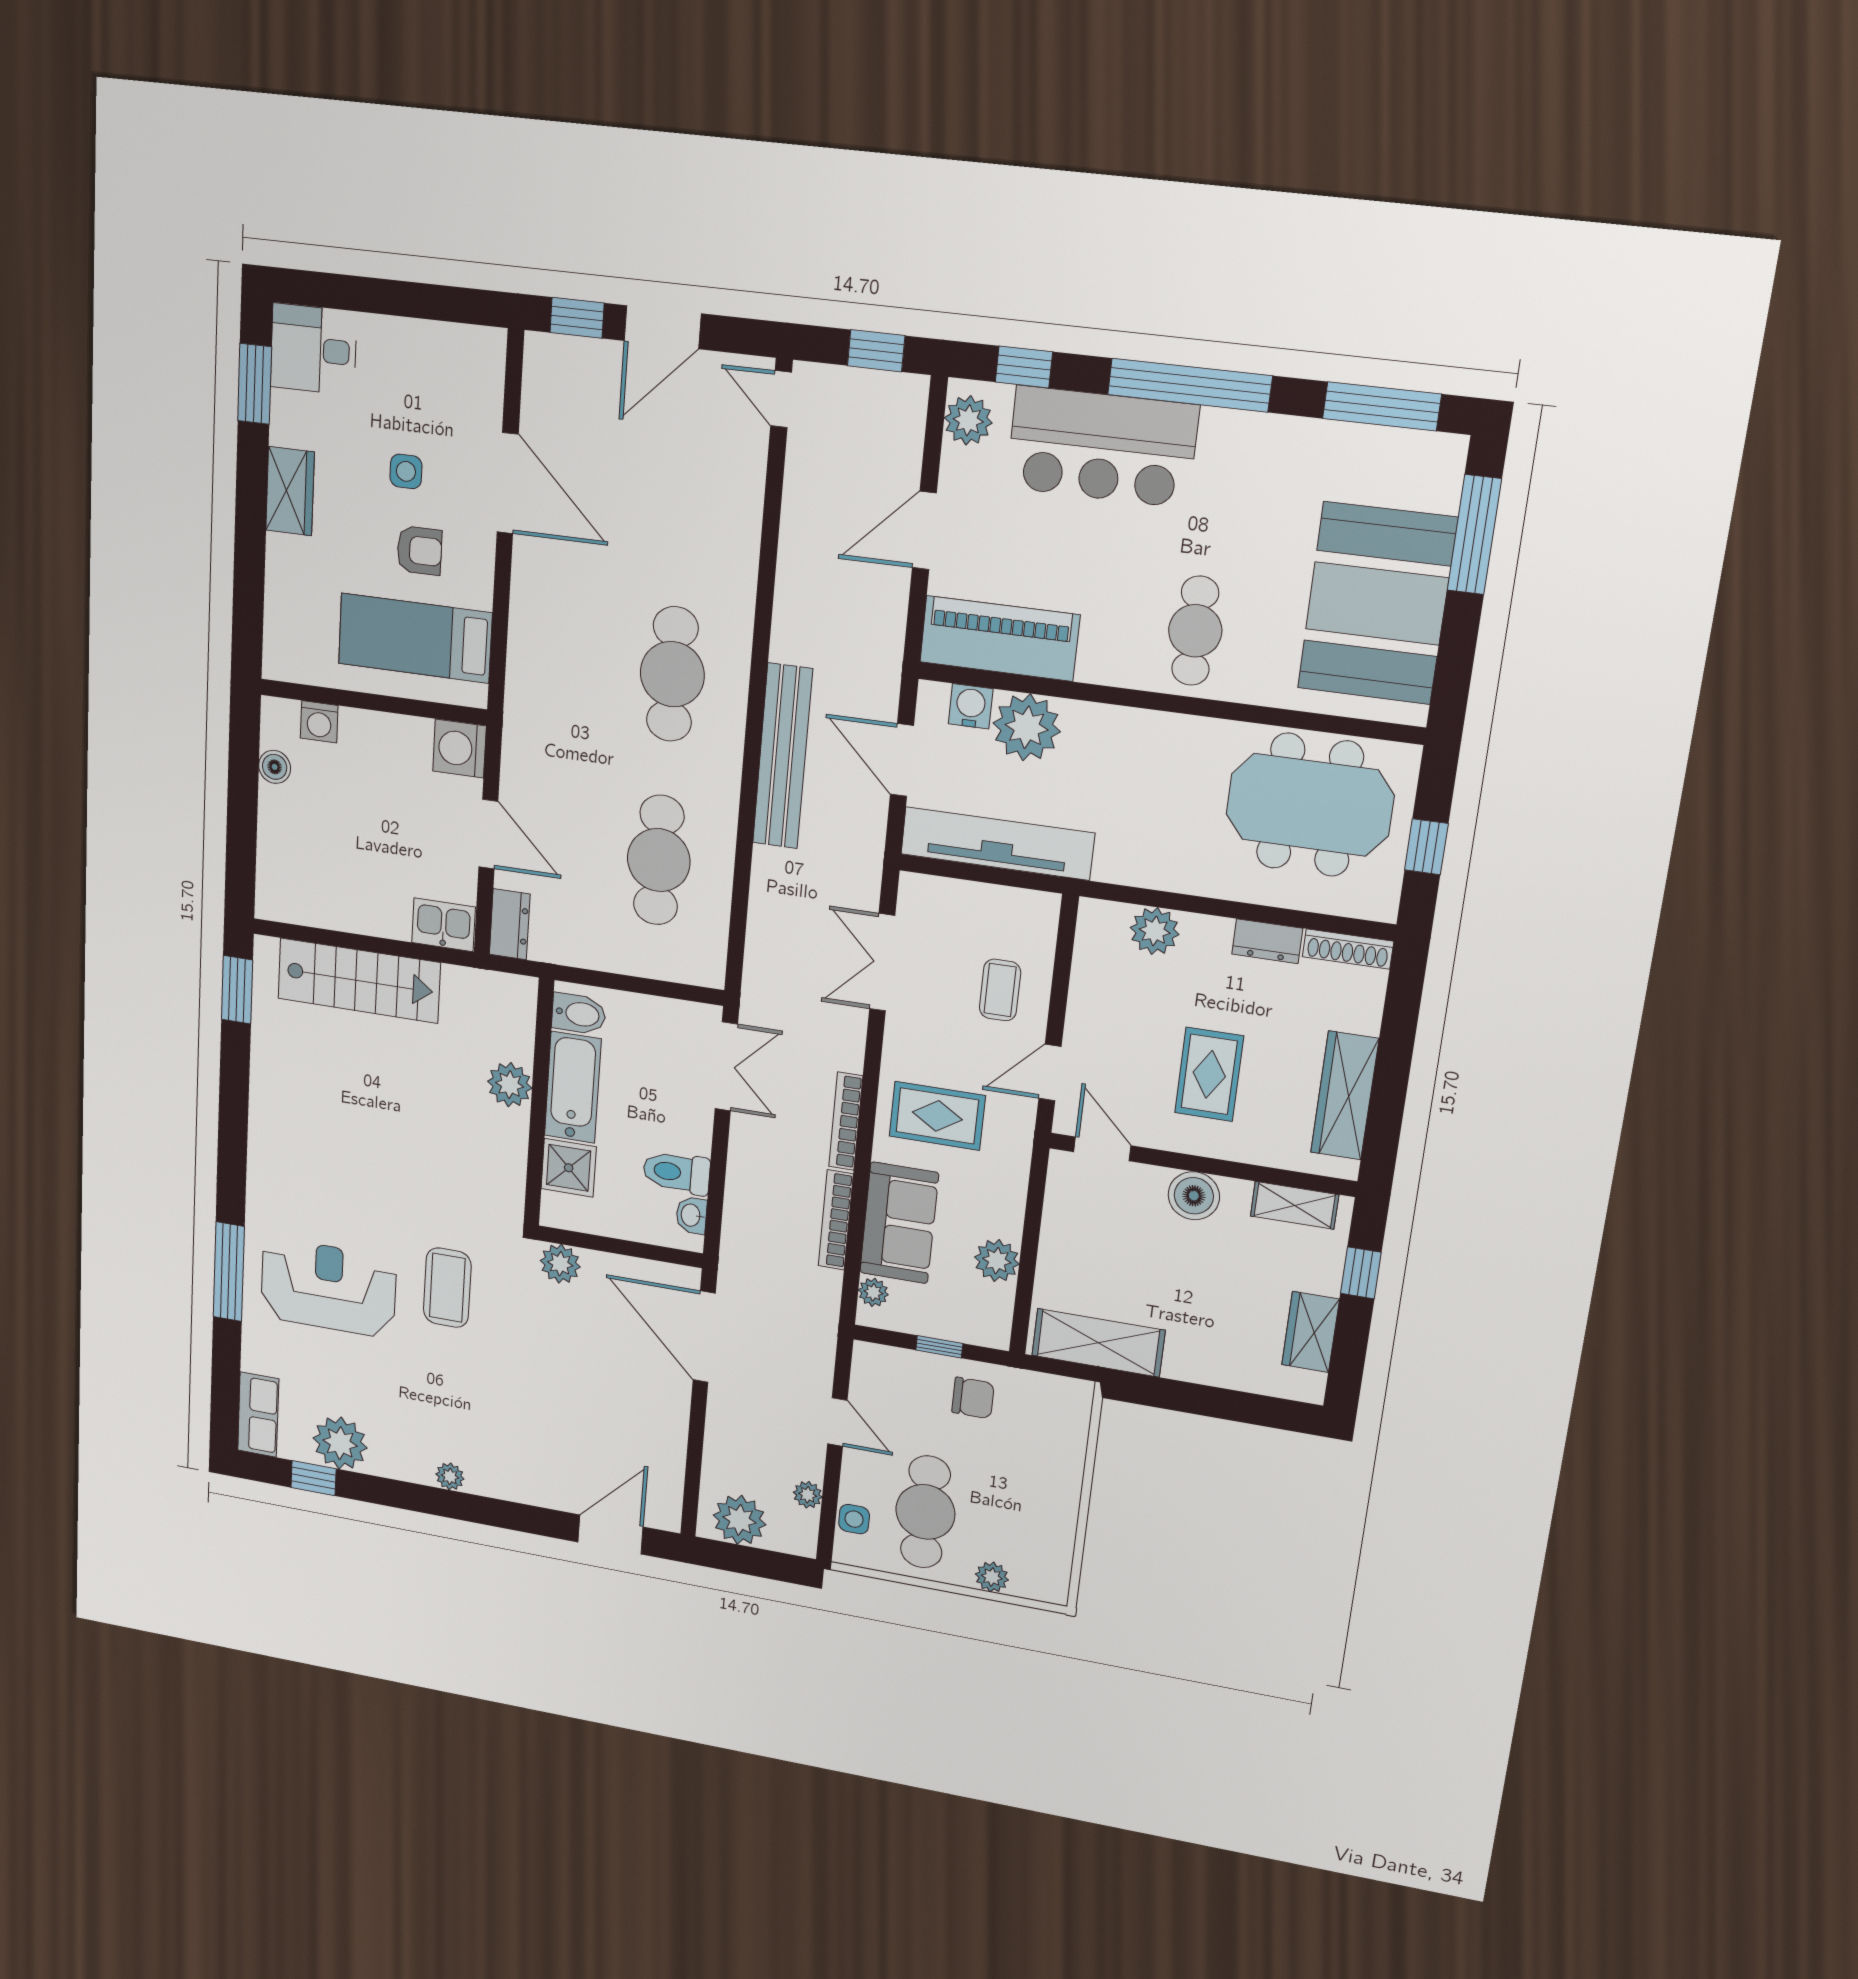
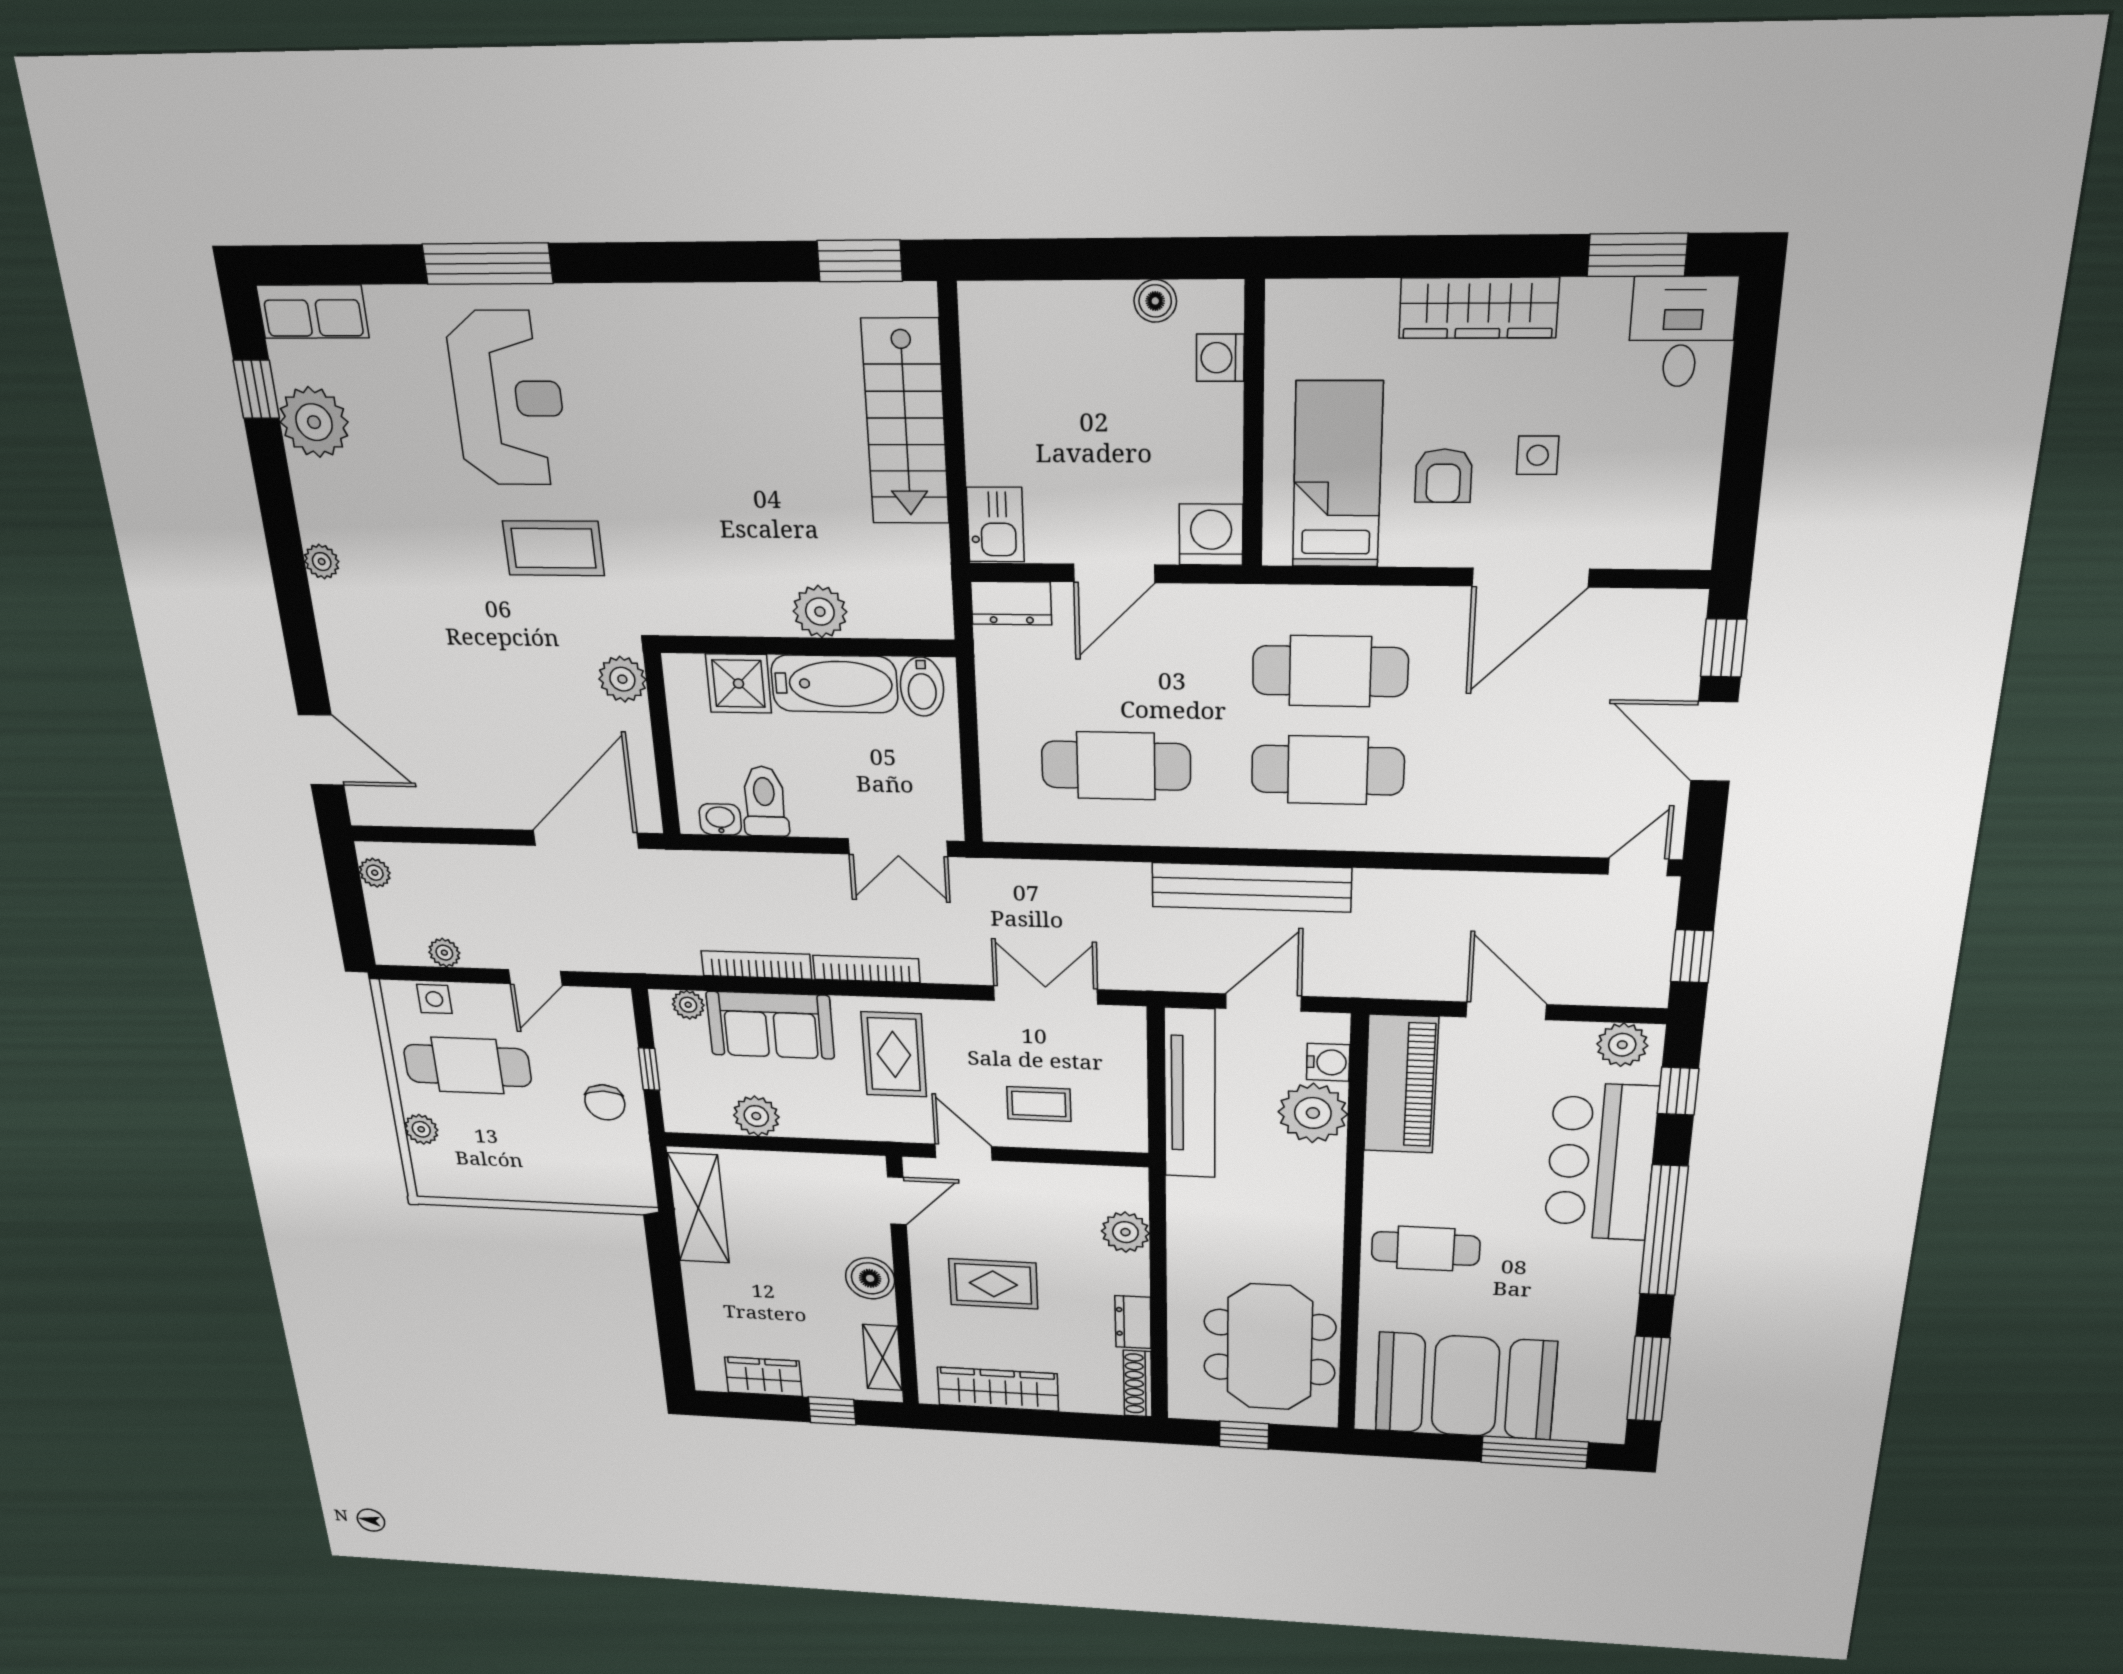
wardrobe: (290, 491) -> (1479, 308), width x1.50
cafe table: (582, 662) -> (1330, 671), added
plant: (740, 1520) -> (375, 873), width x0.53, depth x0.53

